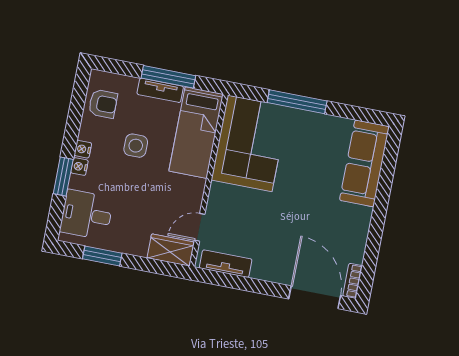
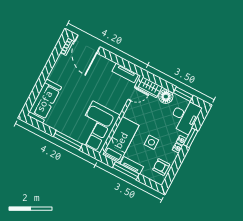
desk: (87, 215) -> (185, 116), width x1.37
floor lamp: (134, 241) -> (166, 97), added

